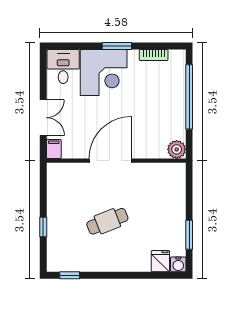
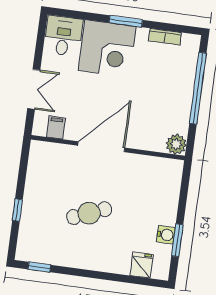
filing cabinet: (54, 149) -> (56, 127), moved
water cooler: (178, 264) -> (166, 235), moved, turned -90

